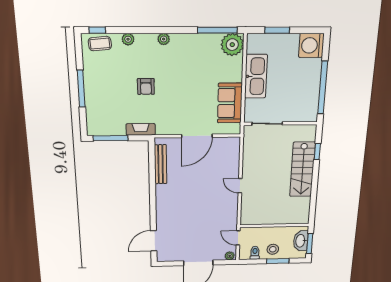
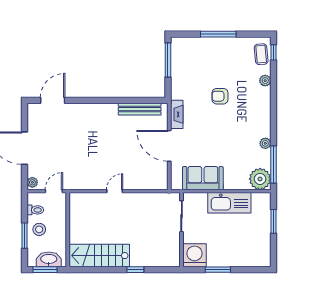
plant: (164, 39) -> (265, 143), moved
washing machine: (311, 45) -> (195, 255), moved
window: (323, 88) -> (218, 270), width x0.47
fireplace: (141, 129) -> (177, 114), moved
window: (317, 152) -> (135, 270), moved
stairs: (302, 169) -> (99, 256), moved
door: (154, 241) -> (53, 100), hinge flipped

